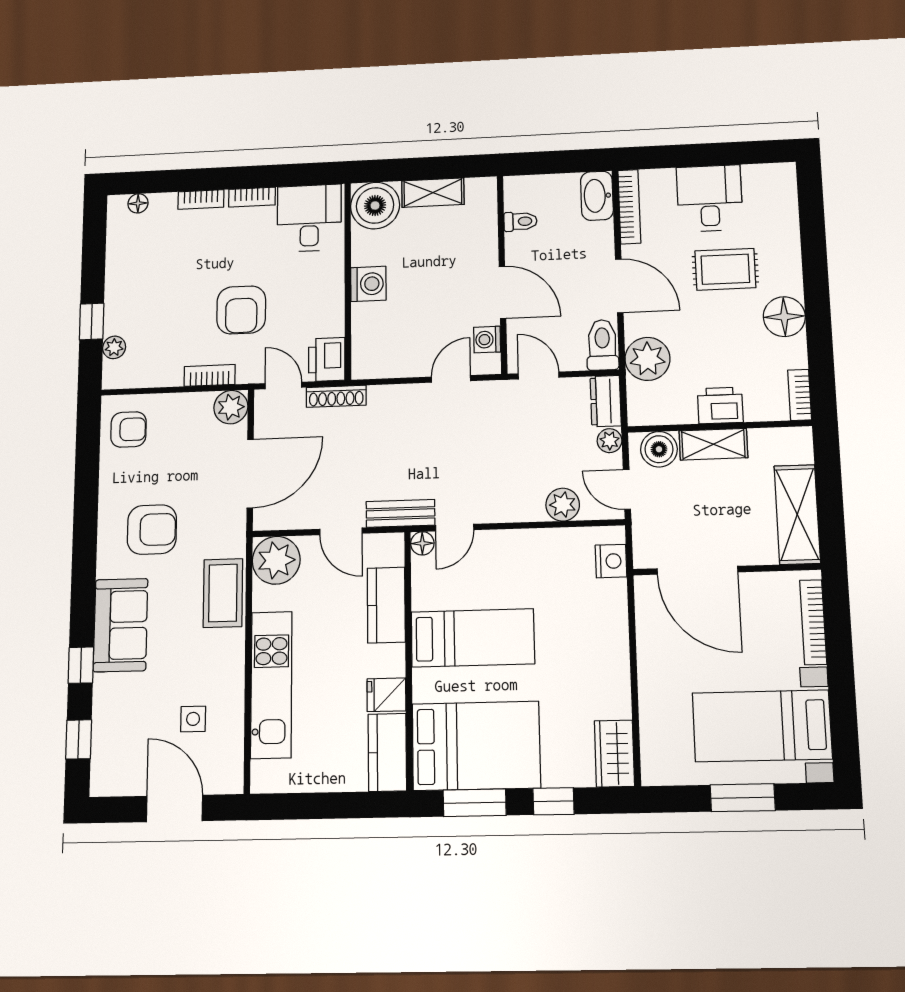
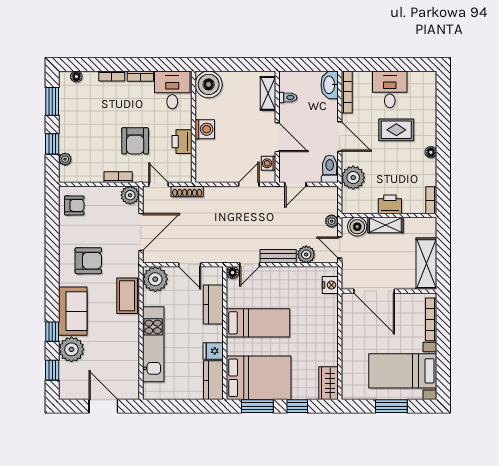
shelving: (433, 193) -> (268, 93), moved, turned 90
window: (94, 248) -> (52, 101), added
floor lamp: (784, 317) -> (431, 152), width x0.53, depth x0.53
printer: (327, 359) -> (182, 142), moved
door: (539, 376) -> (295, 184), swing flipped
dresser: (606, 401) -> (330, 200), removed
bench: (400, 513) -> (278, 256), moved
plant: (116, 698) -> (71, 349), added
side table: (193, 719) -> (112, 361), removed

